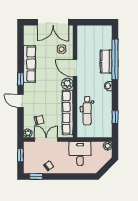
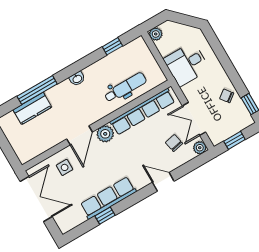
window: (115, 59) -> (37, 90), width x0.68
kitchen counter: (106, 61) -> (32, 108), moved
window: (20, 79) -> (105, 216), moved
door: (20, 101) -> (163, 182), swing flipped

